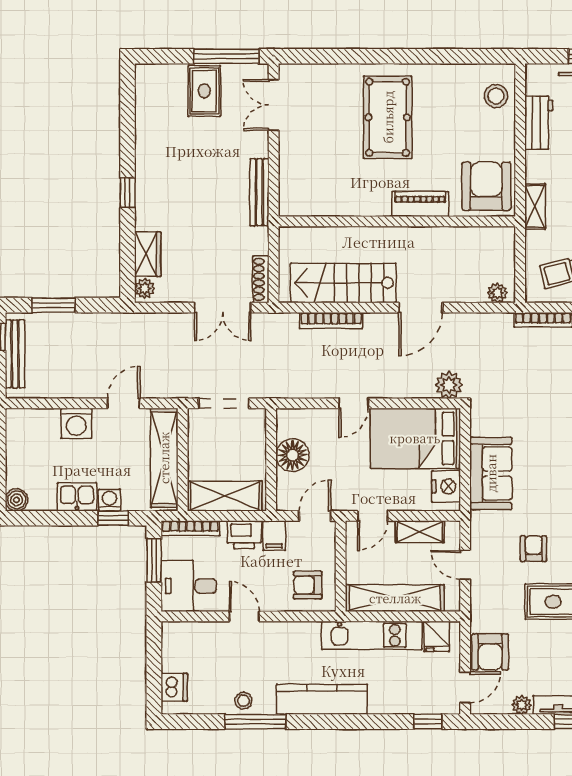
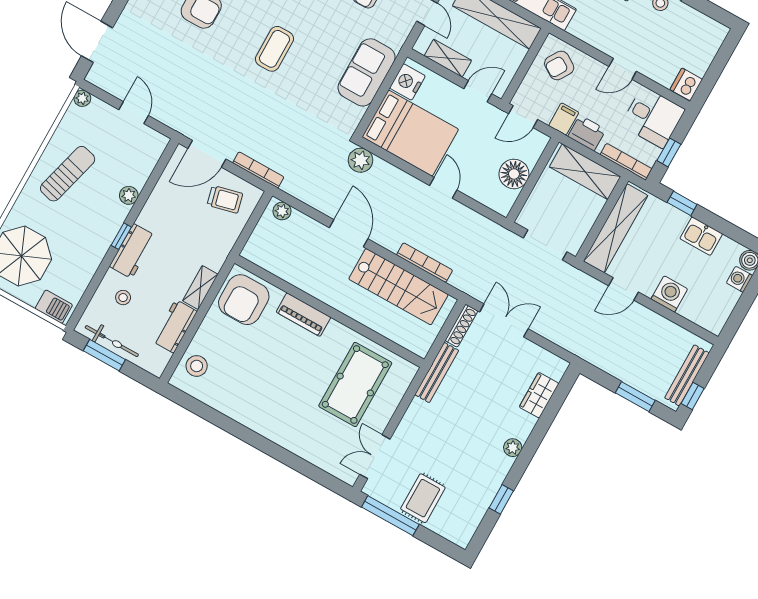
double door: (274, 105) -> (375, 457), swing flipped
pool table: (388, 117) -> (355, 385), moved
bench: (259, 192) -> (437, 373), moved
window: (128, 193) -> (501, 499), moved
shelving: (535, 206) -> (200, 288), moved
plant: (145, 288) -> (513, 448), moved
door: (421, 308) -> (349, 233), hinge flipped
door: (354, 403) -> (443, 188), hinge flipped
washing machine: (109, 500) -> (739, 279), moved, turned 90
window: (154, 560) -> (669, 152), width x0.67
armchair: (308, 585) -> (559, 65), turned 122
door: (244, 616) -> (623, 69), hinge flipped
dishwasher: (174, 687) -> (686, 84), moved

